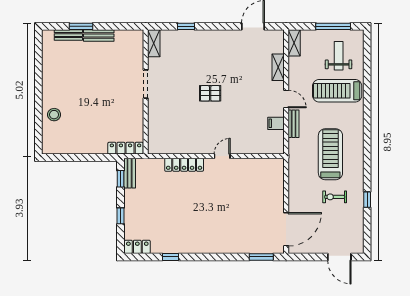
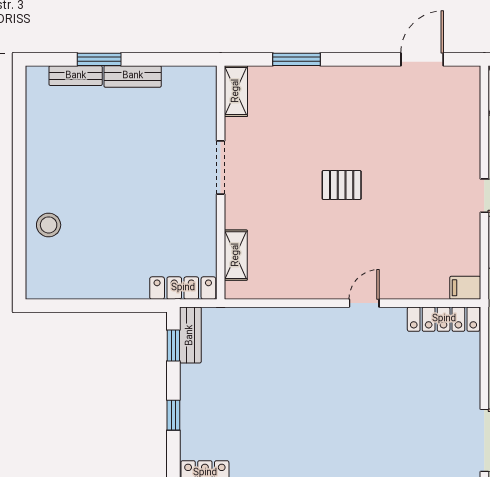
window: (186, 26) -> (296, 59), width x1.50
shelving: (278, 67) -> (236, 255), moved
filing cabinet: (276, 123) -> (465, 288), moved
locker: (184, 165) -> (444, 319), moved

